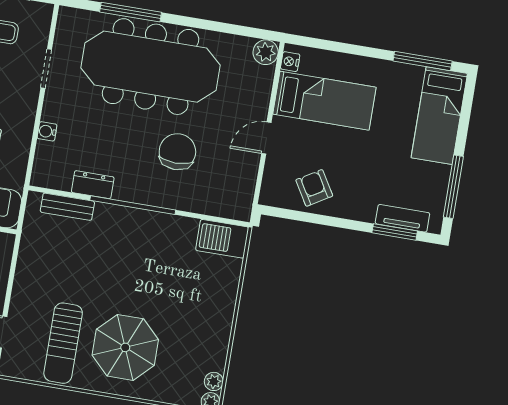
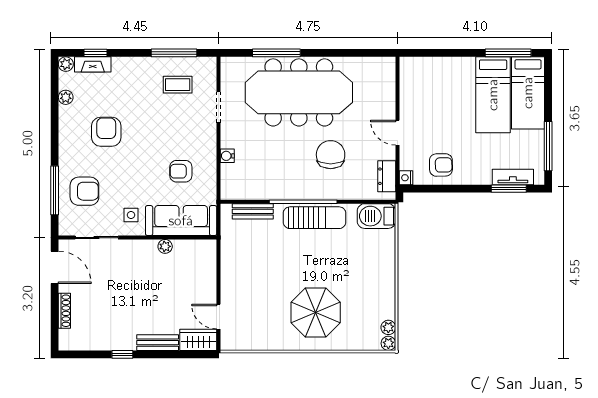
plant: (266, 52) -> (386, 66), removed
nightstand: (290, 62) -> (406, 178), moved
bed: (324, 101) -> (493, 95), moved, turned 90
door: (266, 138) -> (397, 133), hinge flipped
dresser: (93, 185) -> (387, 176), moved, turned -90
armchair: (314, 188) -> (441, 165), turned 120
sun lounger: (63, 343) -> (314, 218), moved, turned -90

